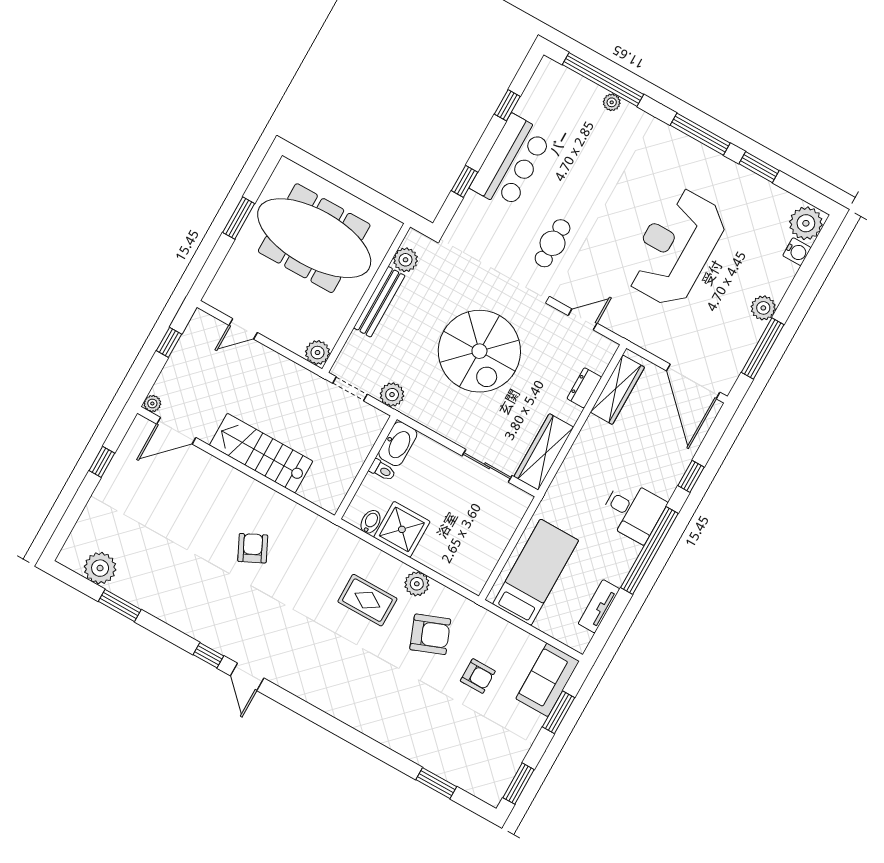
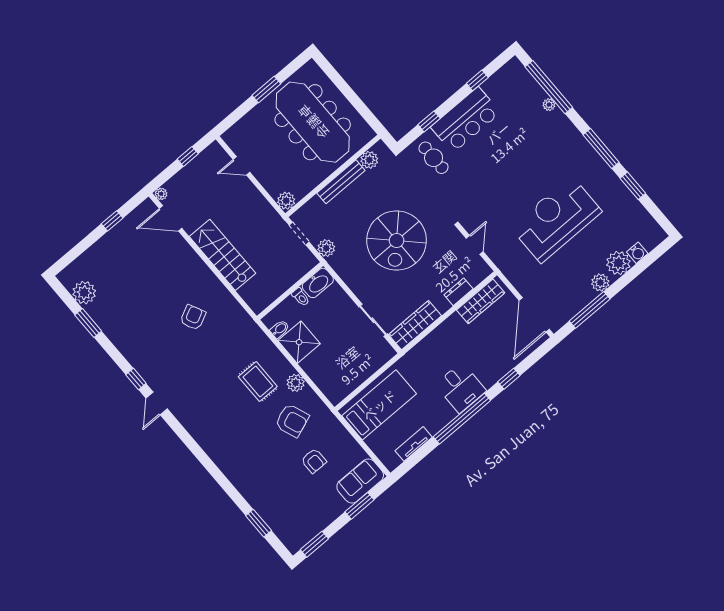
plant: (806, 223) -> (618, 263), moved
cafe table: (553, 243) -> (434, 158), moved, turned 90
door: (583, 319) -> (475, 245), hinge flipped

